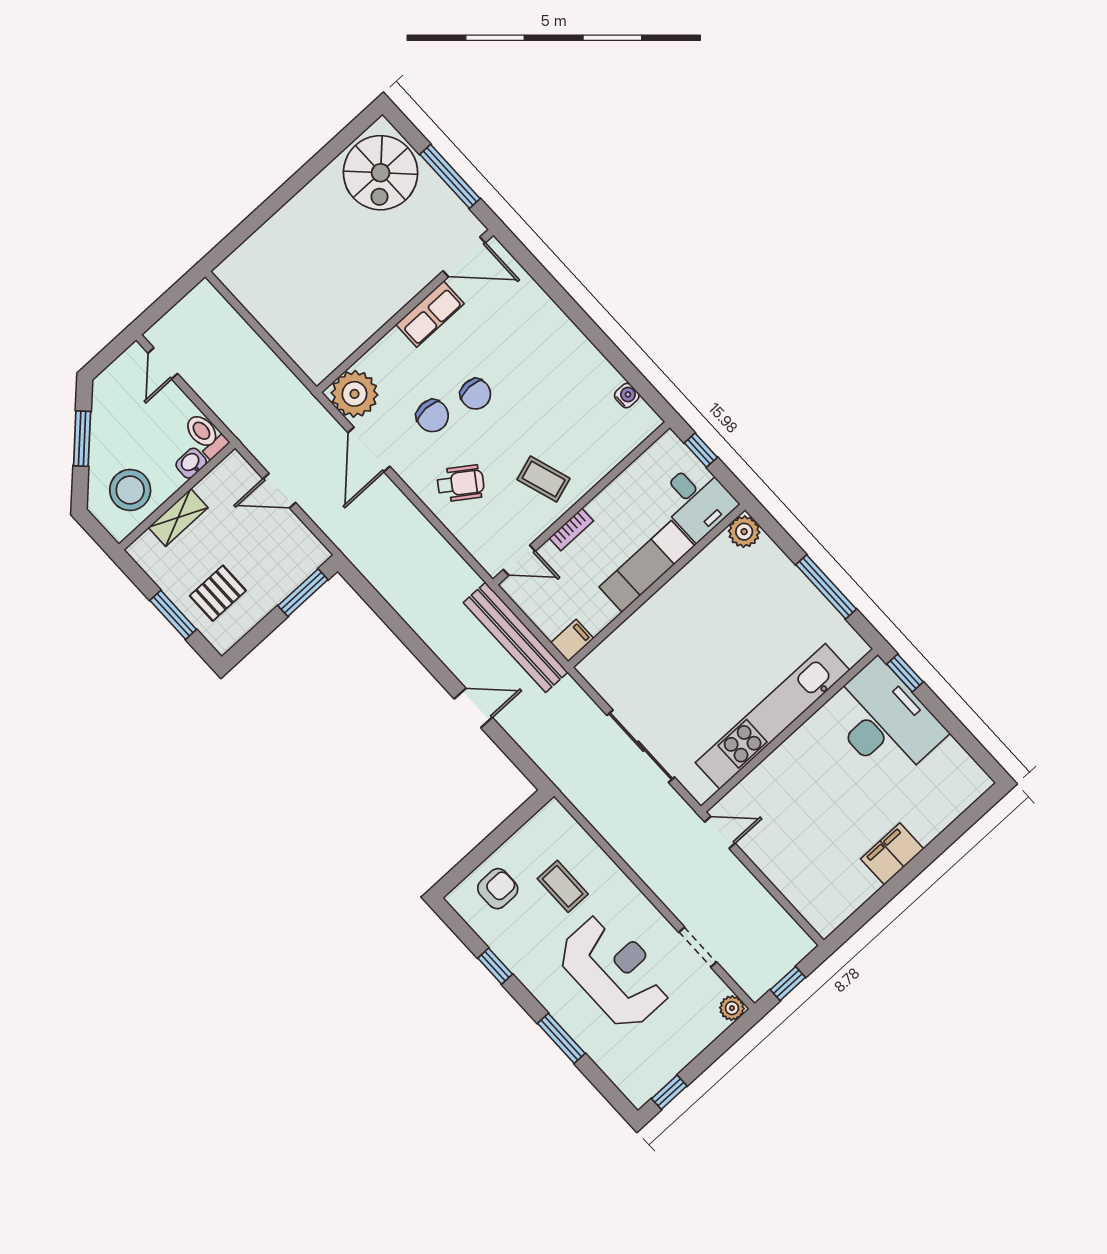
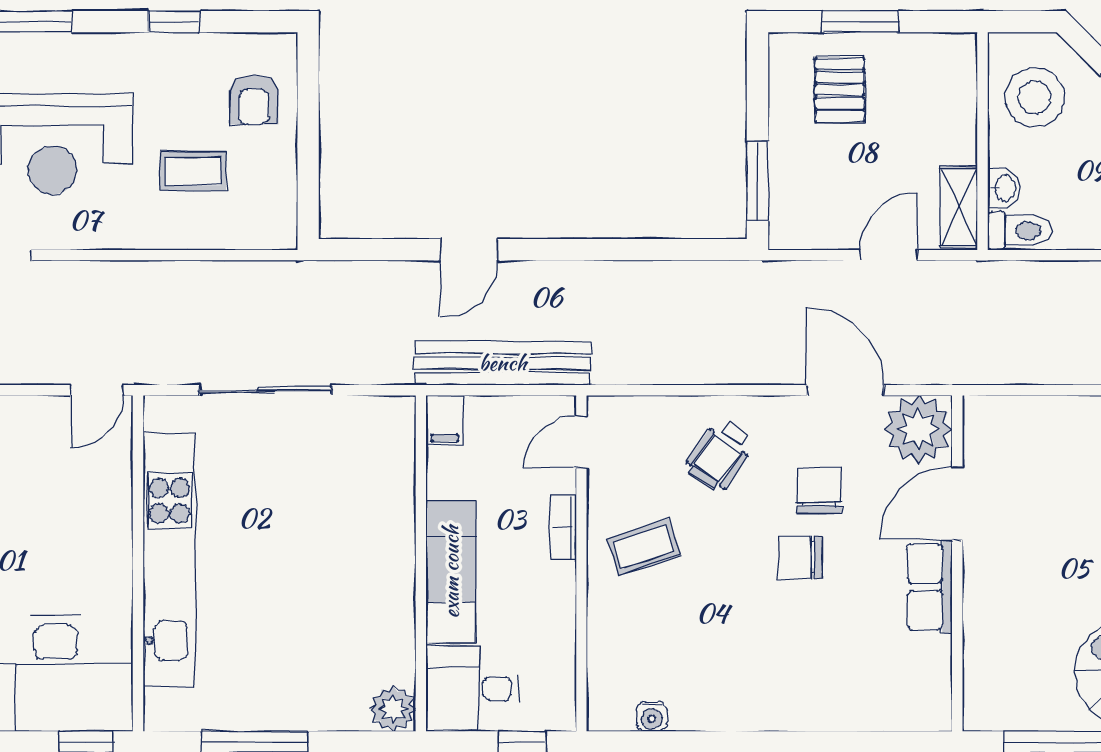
door: (464, 257) -> (957, 503), moved
chair: (432, 416) -> (819, 491), turned 90
shelving: (178, 517) -> (959, 208), moved

